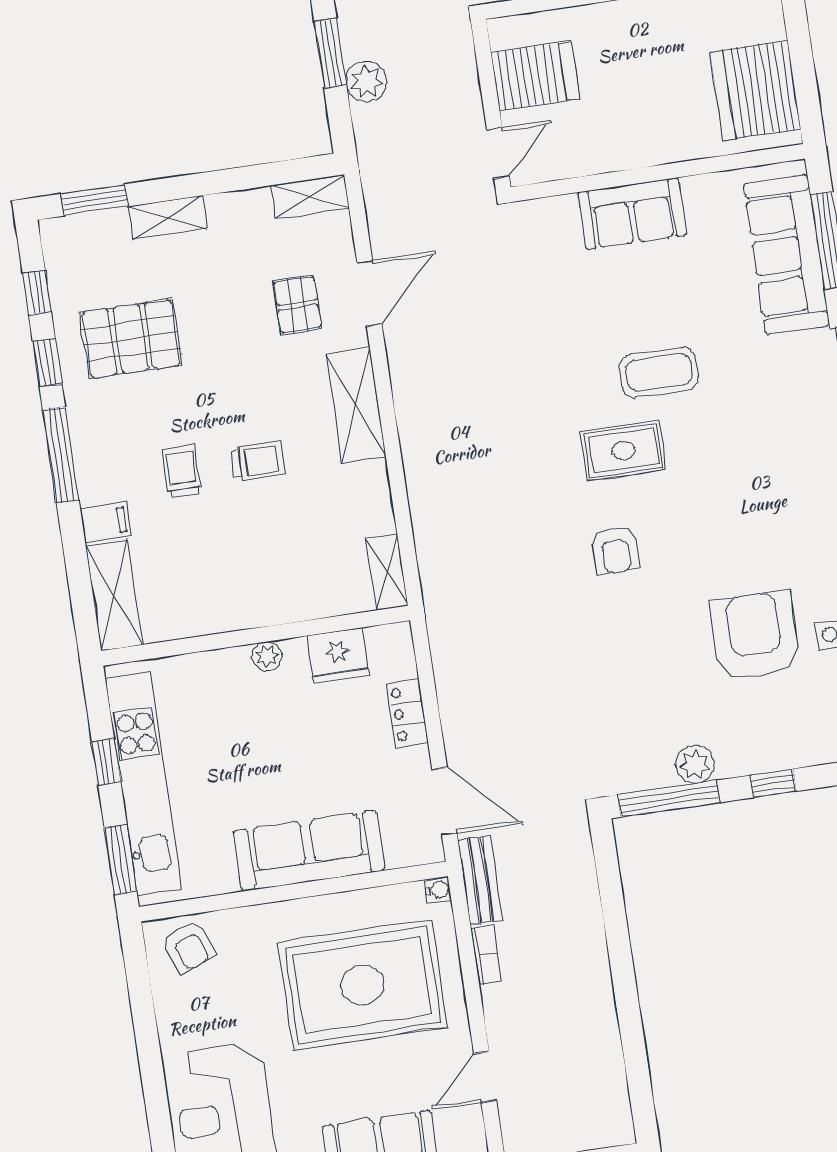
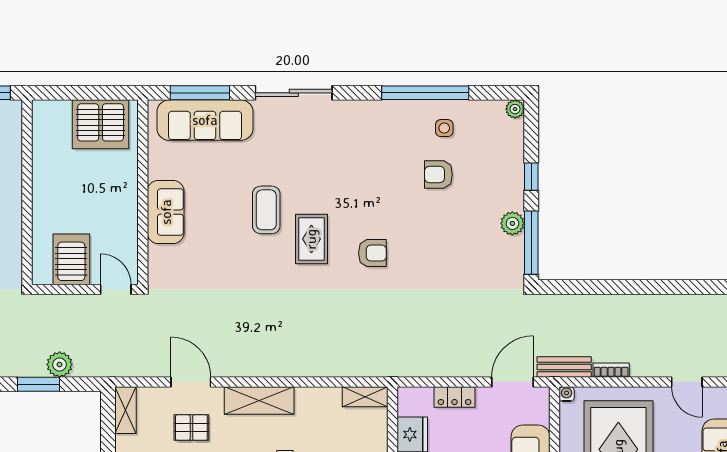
armchair: (755, 636) -> (438, 174), width x0.53, depth x0.53

